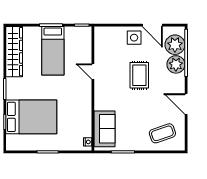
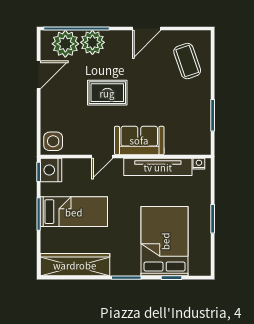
nightstand: (83, 34) -> (51, 170), added
side table: (134, 38) -> (53, 141), moved
tv unit: (85, 112) -> (158, 167), added
sofa: (105, 129) -> (139, 140), moved

